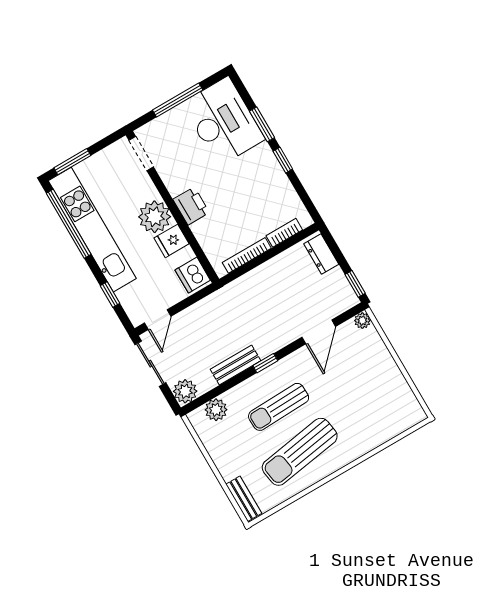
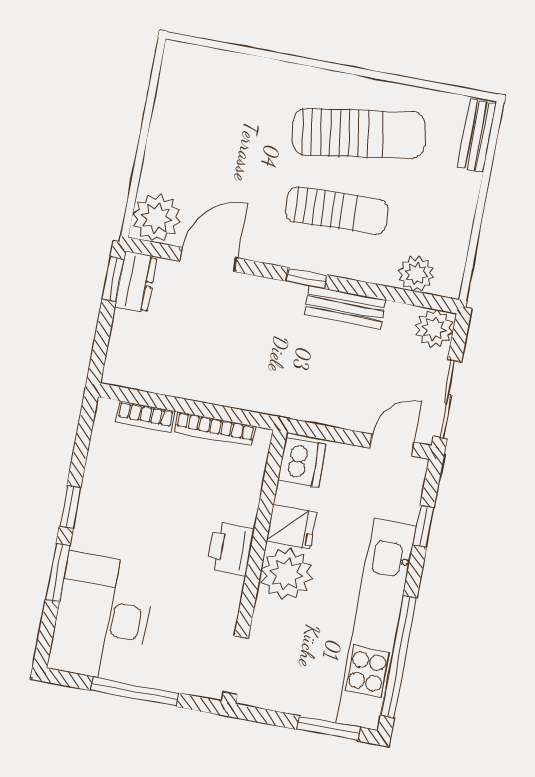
dresser: (321, 254) -> (136, 282), moved
plant: (362, 321) -> (157, 218), width x1.88, depth x1.88

